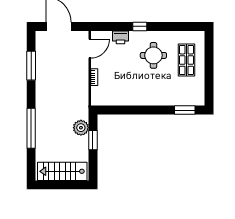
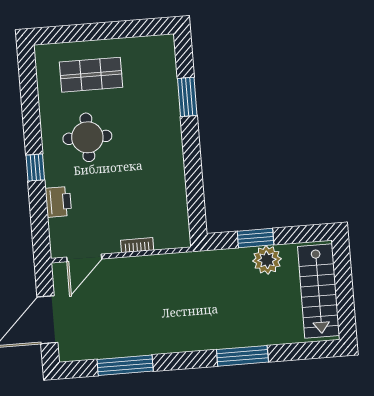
door: (90, 49) -> (84, 258), swing flipped
window: (185, 110) -> (187, 97), moved
window: (31, 128) -> (242, 356), width x0.68
plant: (81, 128) -> (267, 260), moved

